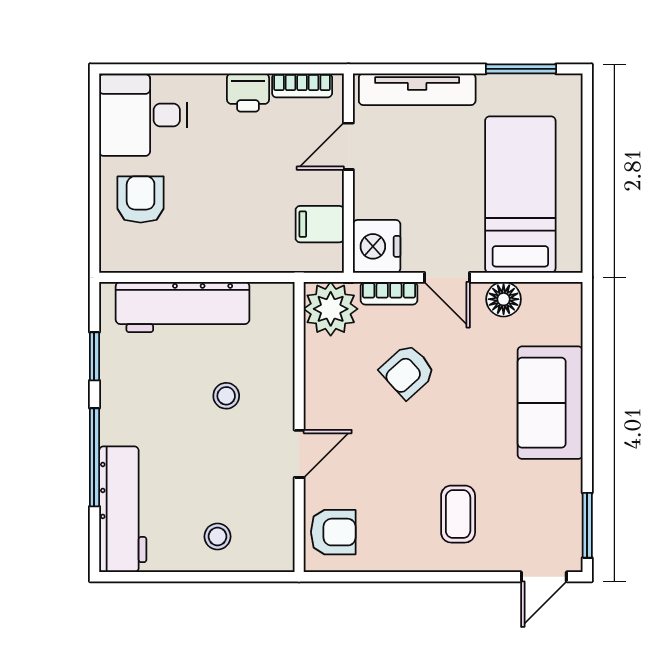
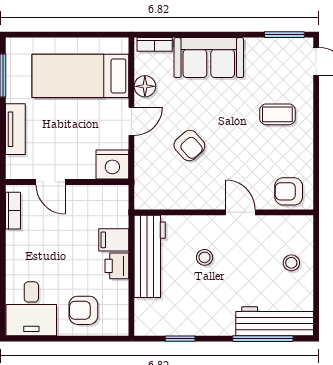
tv unit: (417, 89) -> (15, 129), width x0.71
printer: (248, 93) -> (117, 266), moved, turned 180
filing cabinet: (320, 224) -> (114, 240), moved, turned 90
bookcase: (389, 293) -> (155, 44), moved, turned 90
workbench: (183, 307) -> (150, 256), moved
plant: (331, 309) -> (151, 193), removed
window: (94, 457) -> (263, 339), moved
armchair: (333, 532) -> (289, 191), turned -90

